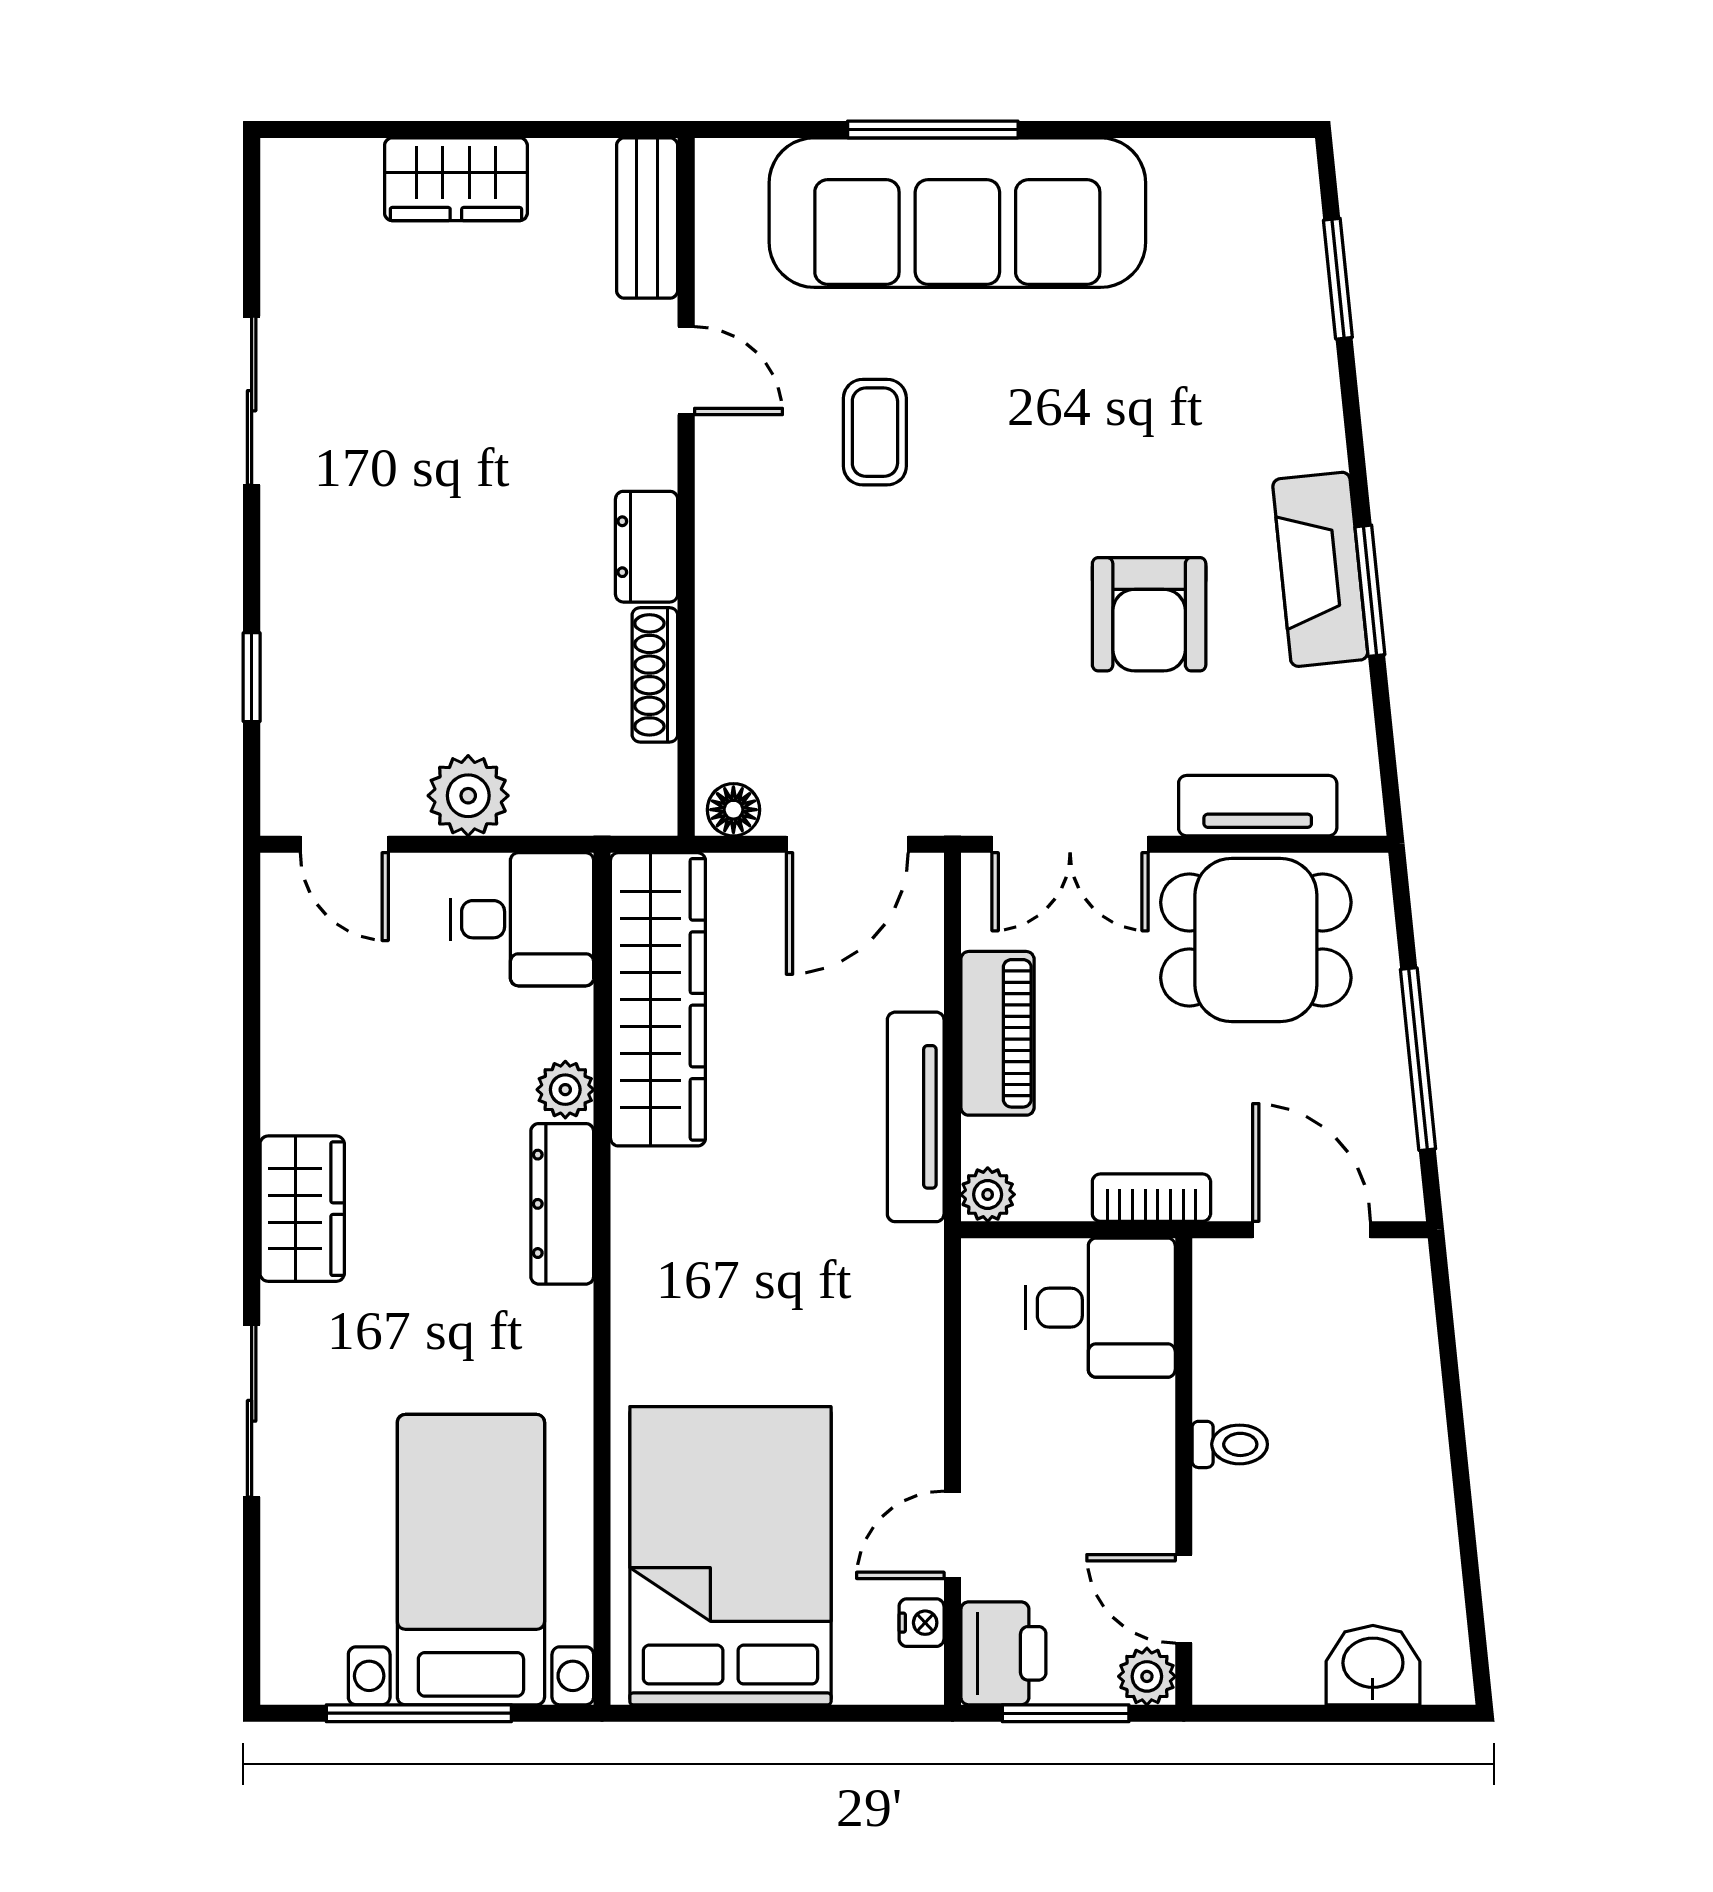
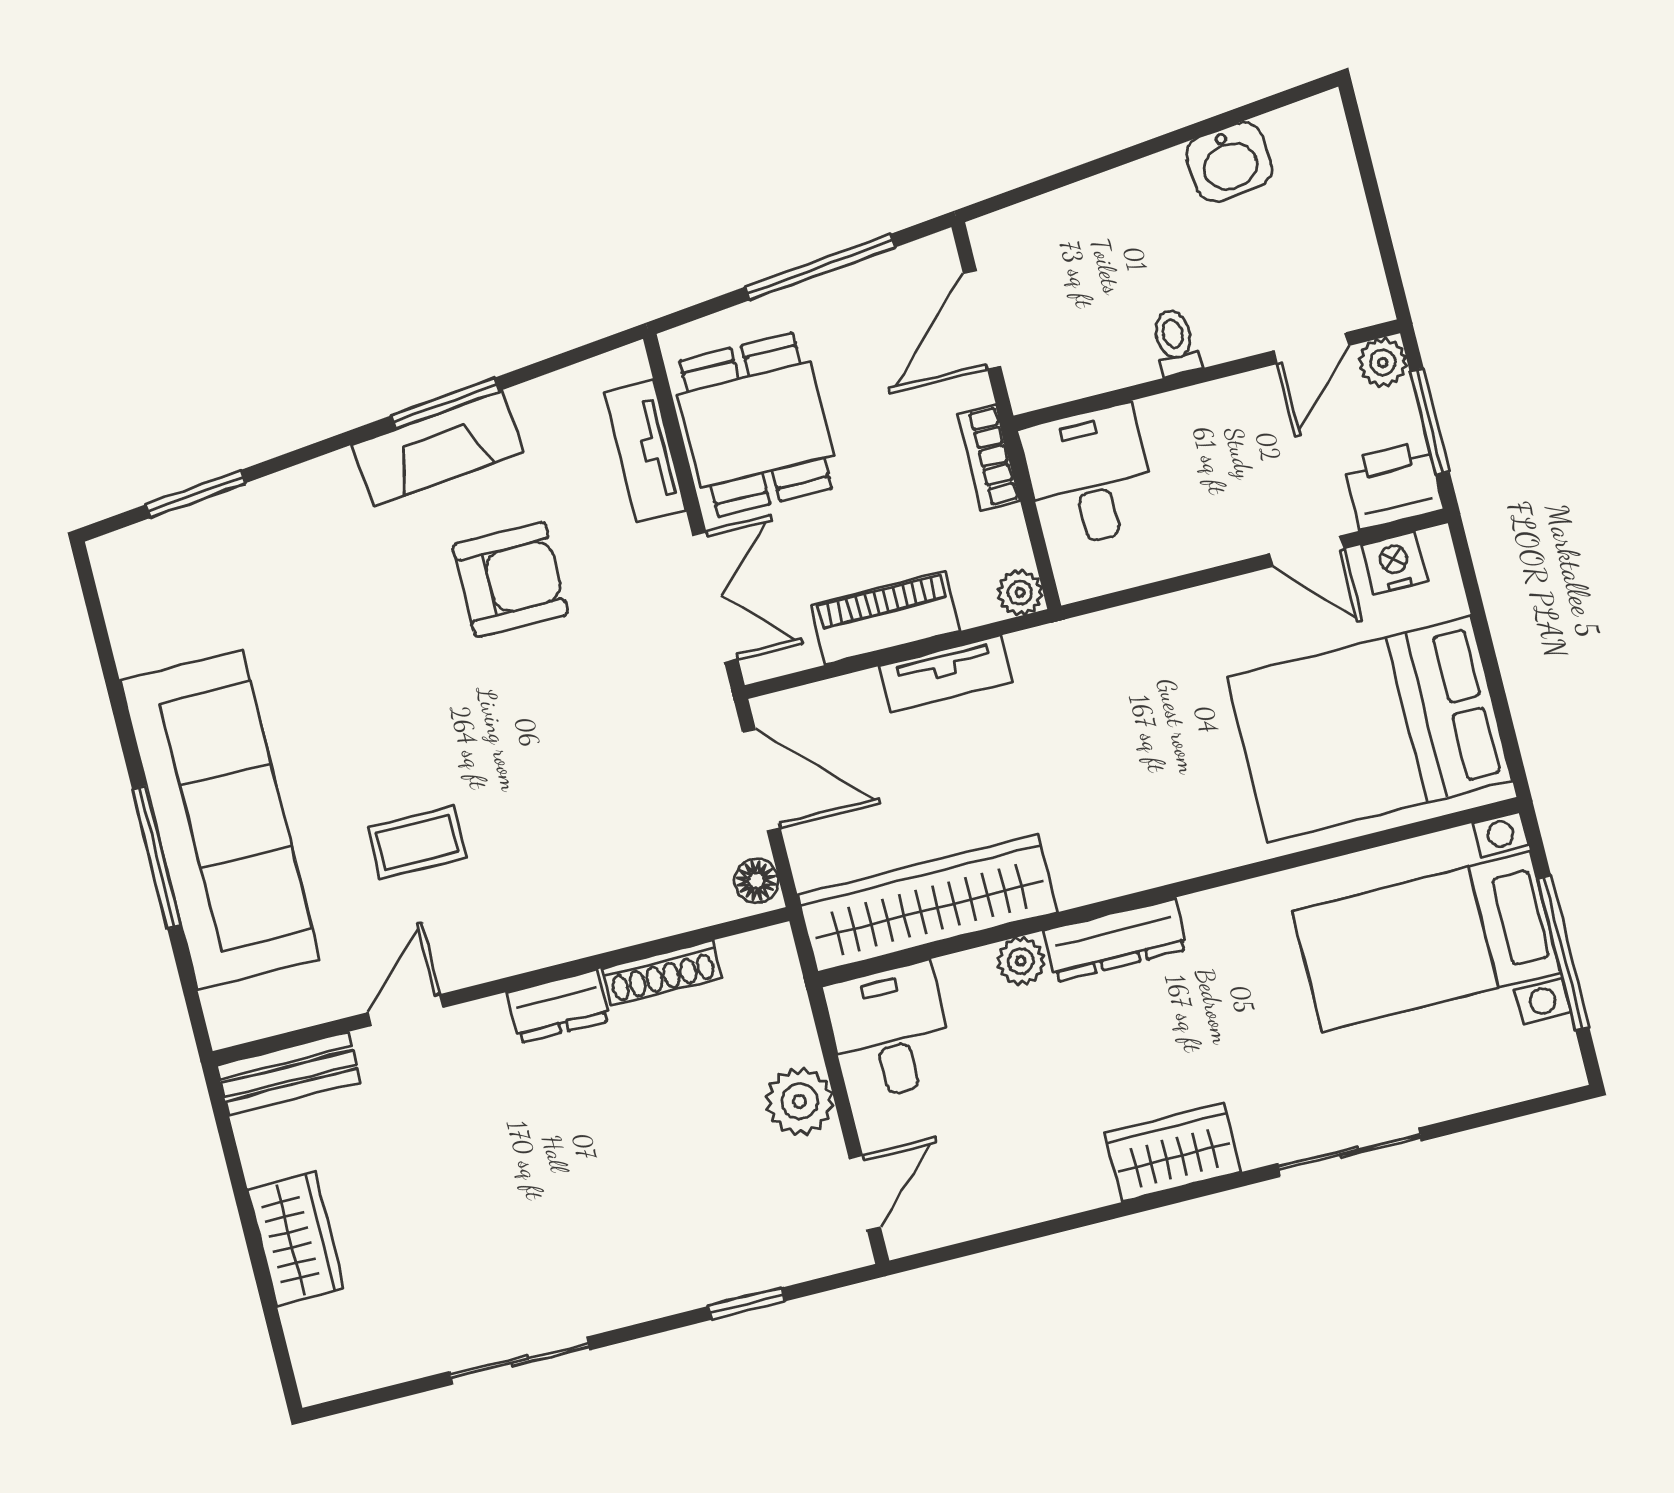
tv unit: (916, 1117) -> (946, 674), width x0.71
nightstand: (922, 1623) -> (1394, 563), width x1.39, depth x1.35
washbasin: (1373, 1665) -> (1229, 162), moved, turned -96

